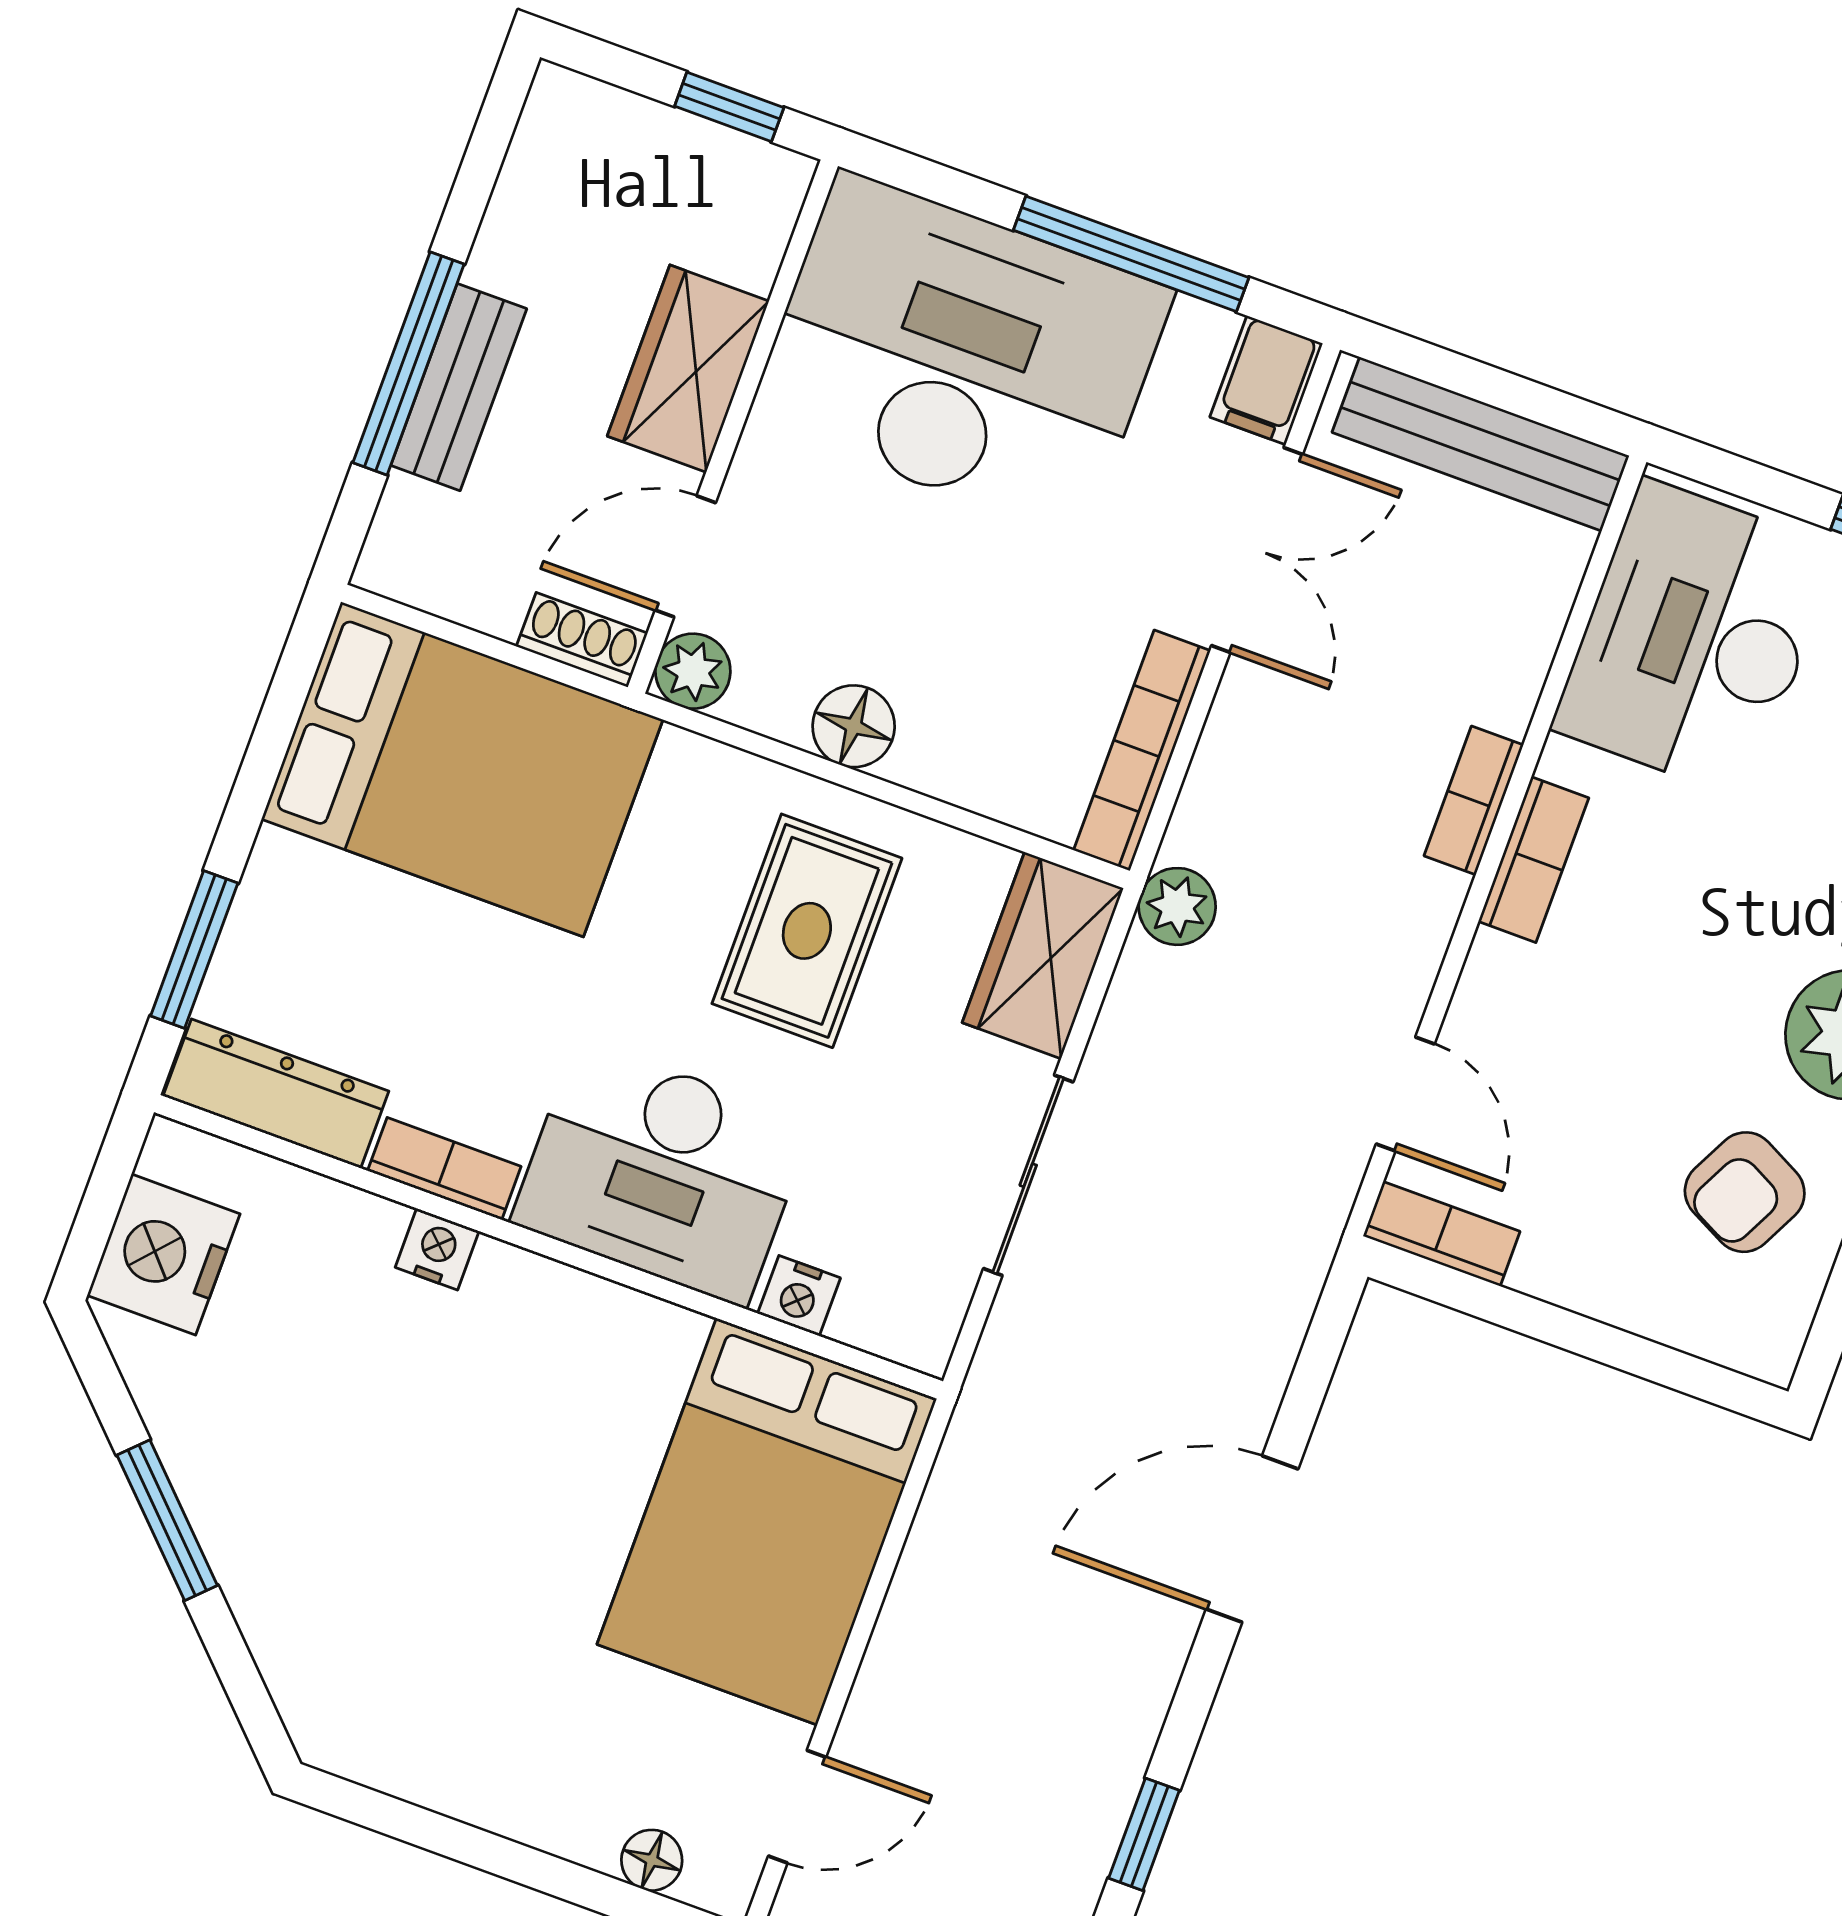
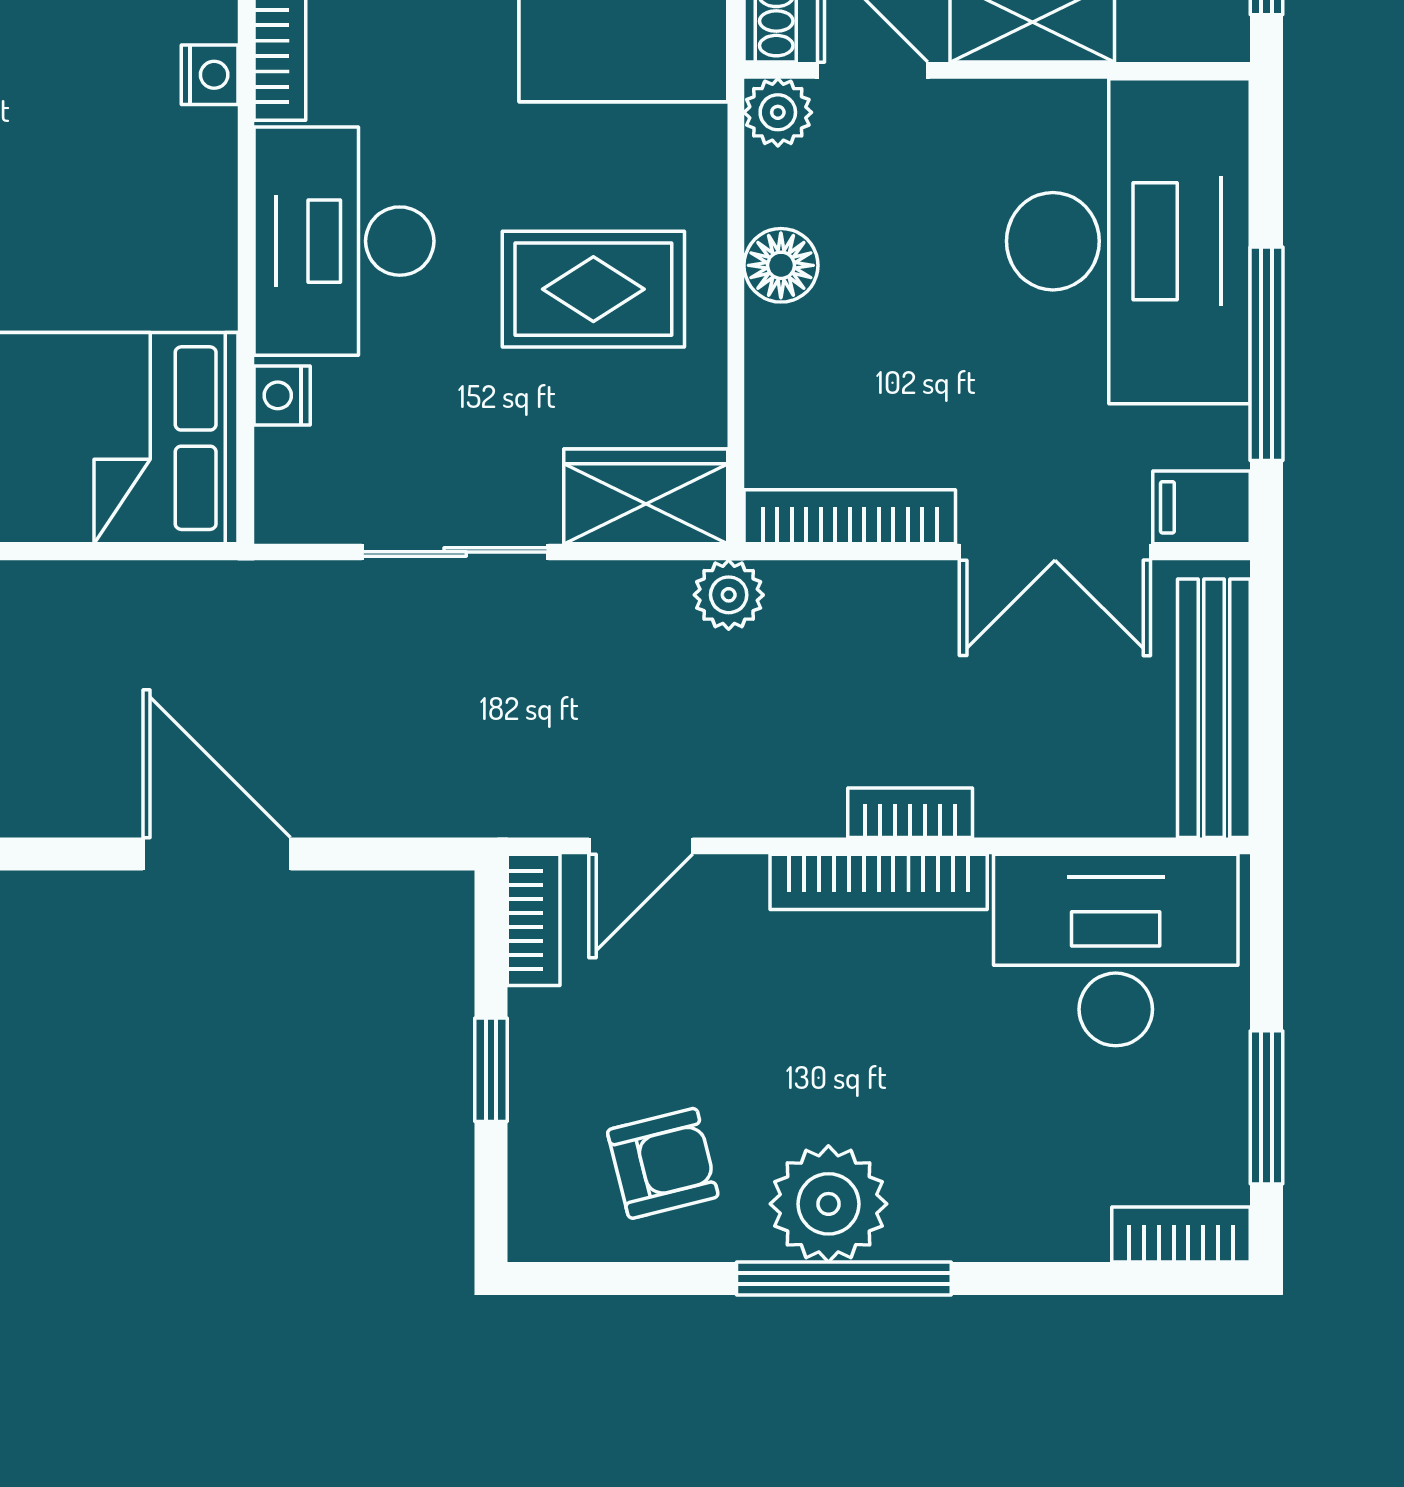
bookcase: (1534, 860) -> (879, 882), width x1.56
armchair: (1745, 1192) -> (663, 1163), turned 139
window: (1582, 1335) -> (491, 1070), added

